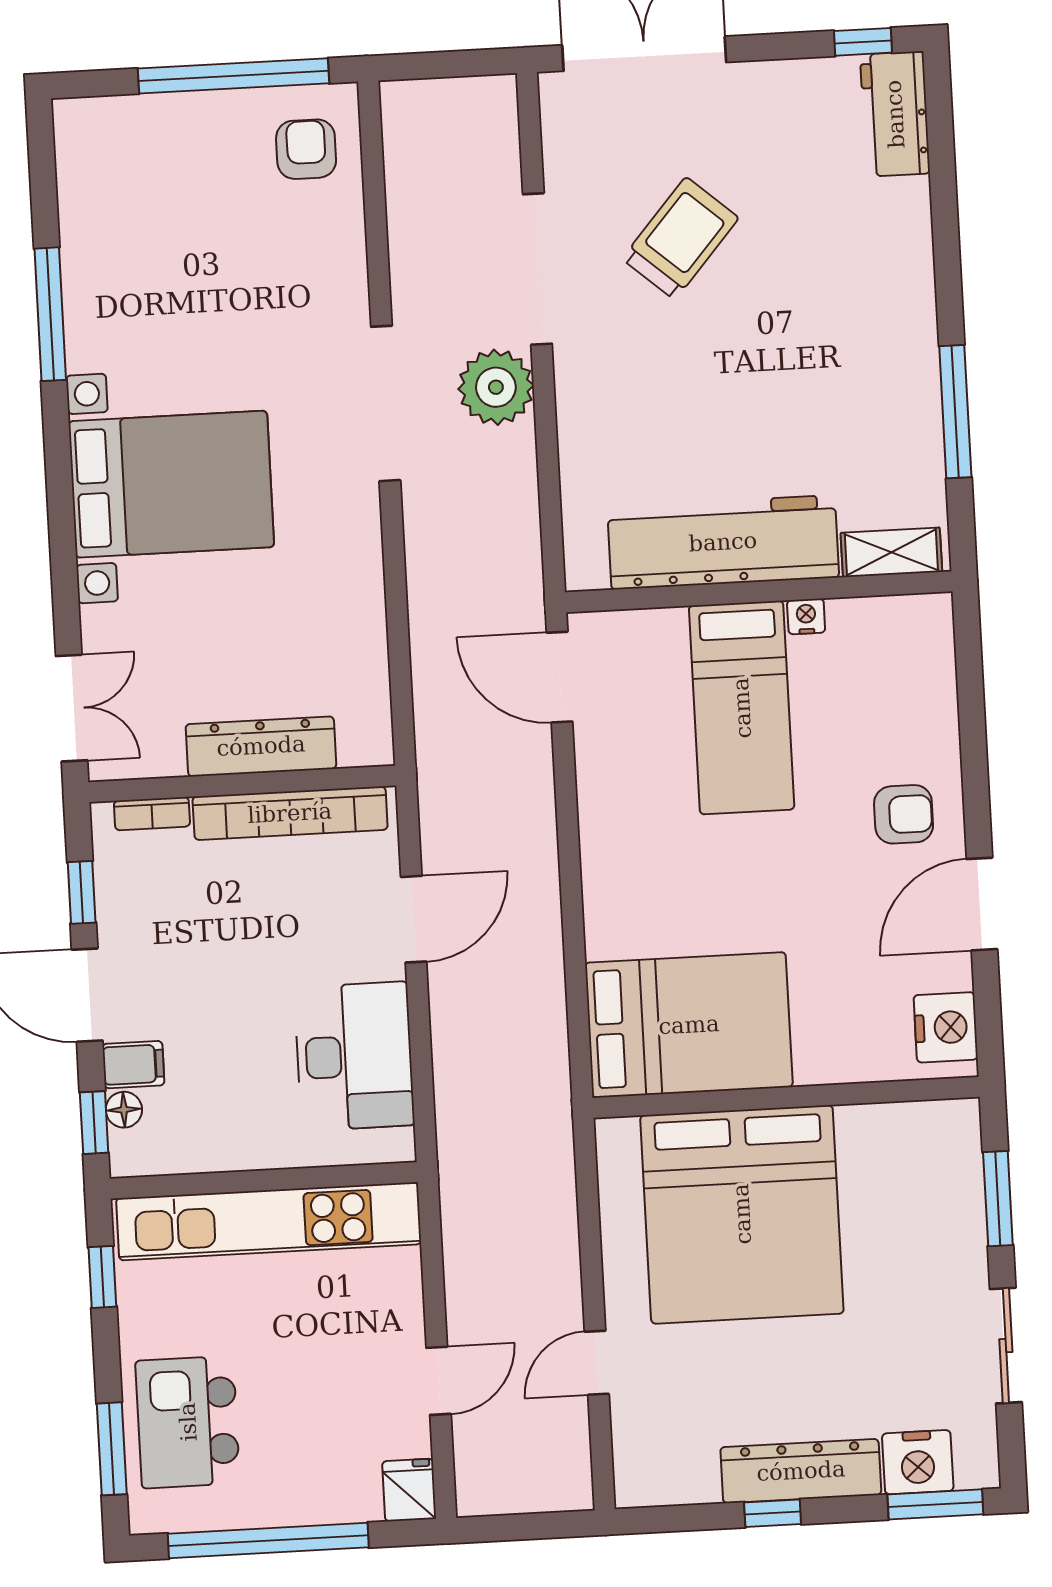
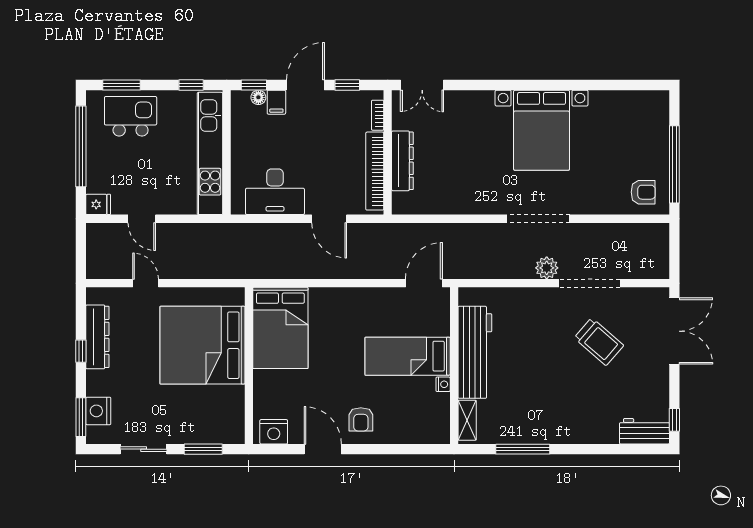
window: (50, 314) -> (582, 85), removed
plant: (496, 387) -> (547, 268), width x0.73, depth x0.73
bed with nightstands: (171, 484) -> (542, 130), moved
dresser: (801, 1471) -> (97, 337), moved

